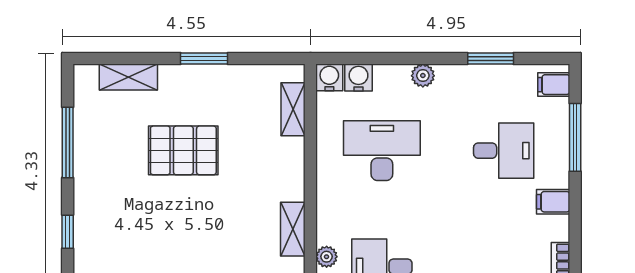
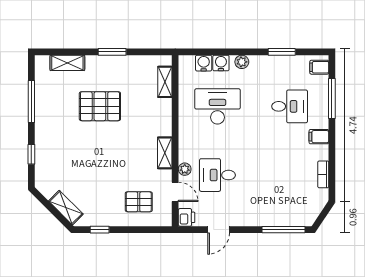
water cooler: (329, 77) -> (221, 63), moved

